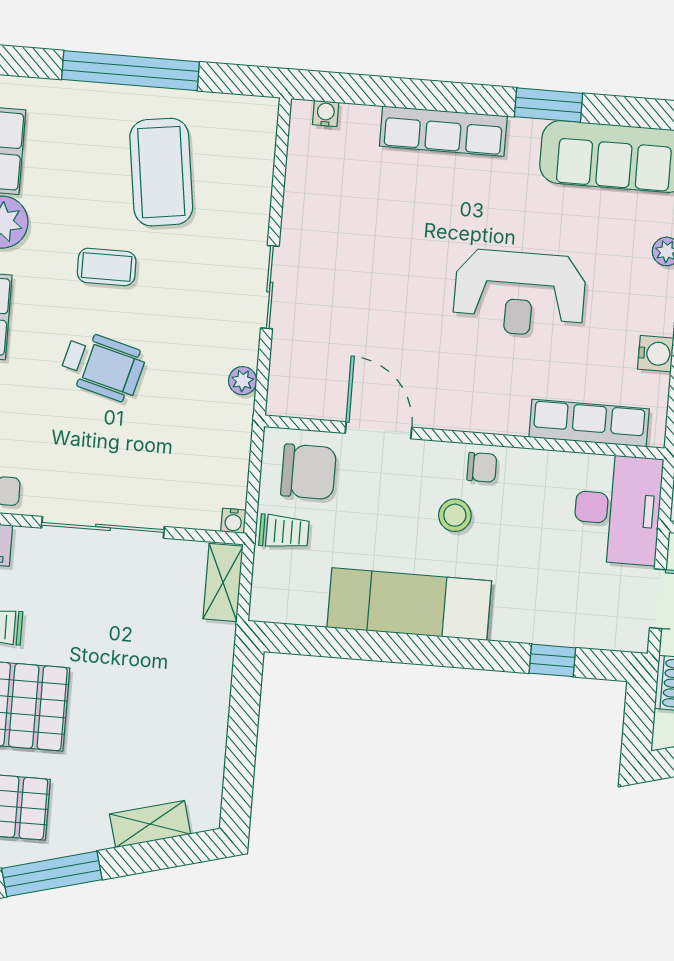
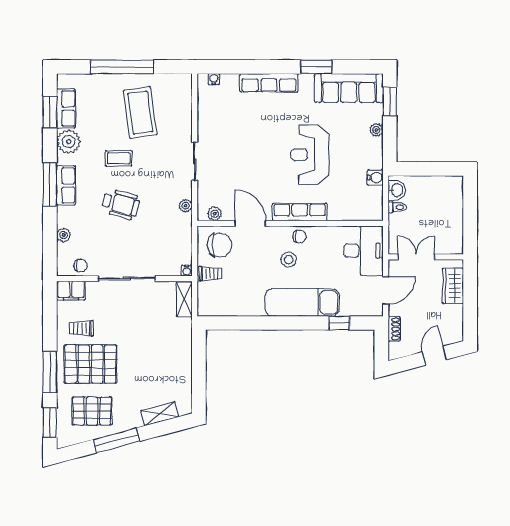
reception desk: (520, 293) -> (310, 155), turned 90
plant: (304, 403) -> (215, 214), added
row of seats: (589, 423) -> (300, 212), moved
exam couch: (409, 604) -> (302, 302), moved

